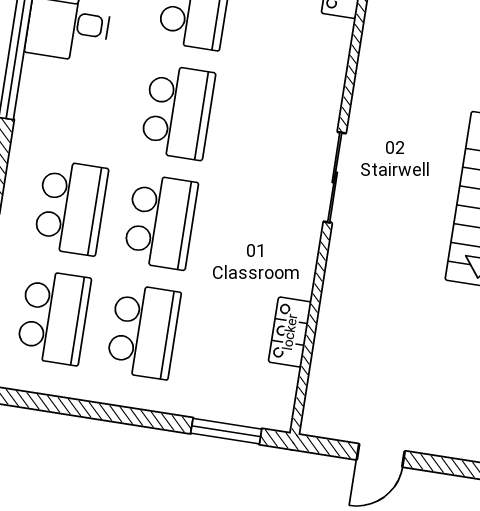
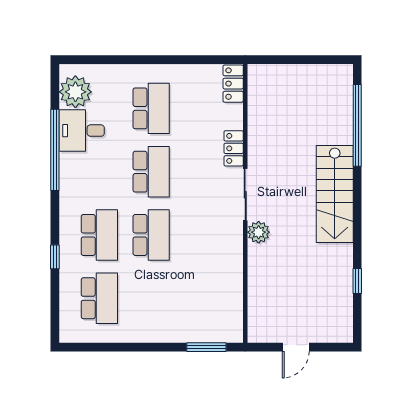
plant: (348, 246) -> (259, 232), added
school desk: (144, 331) -> (151, 298), removed
locker: (290, 332) -> (234, 148), moved

